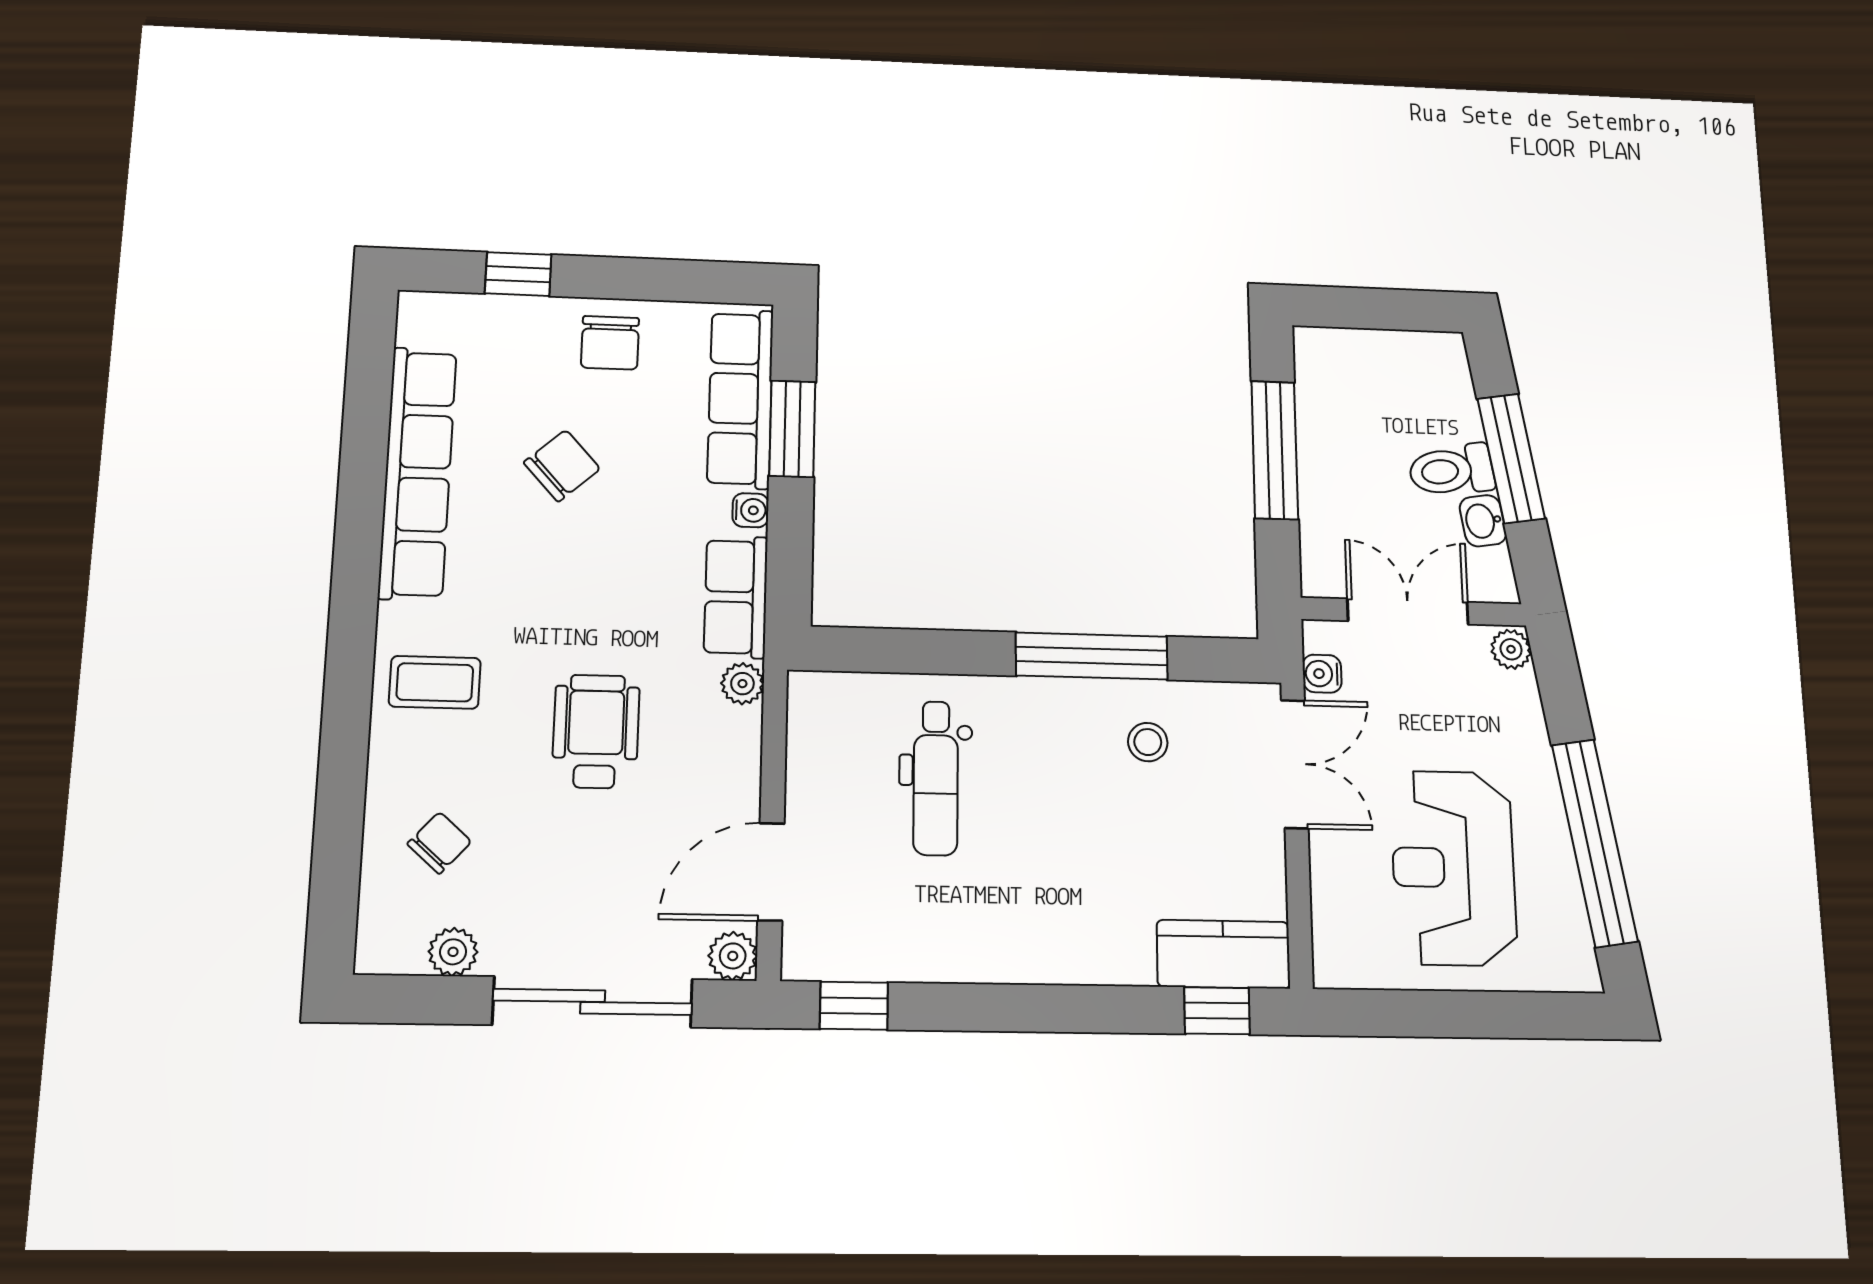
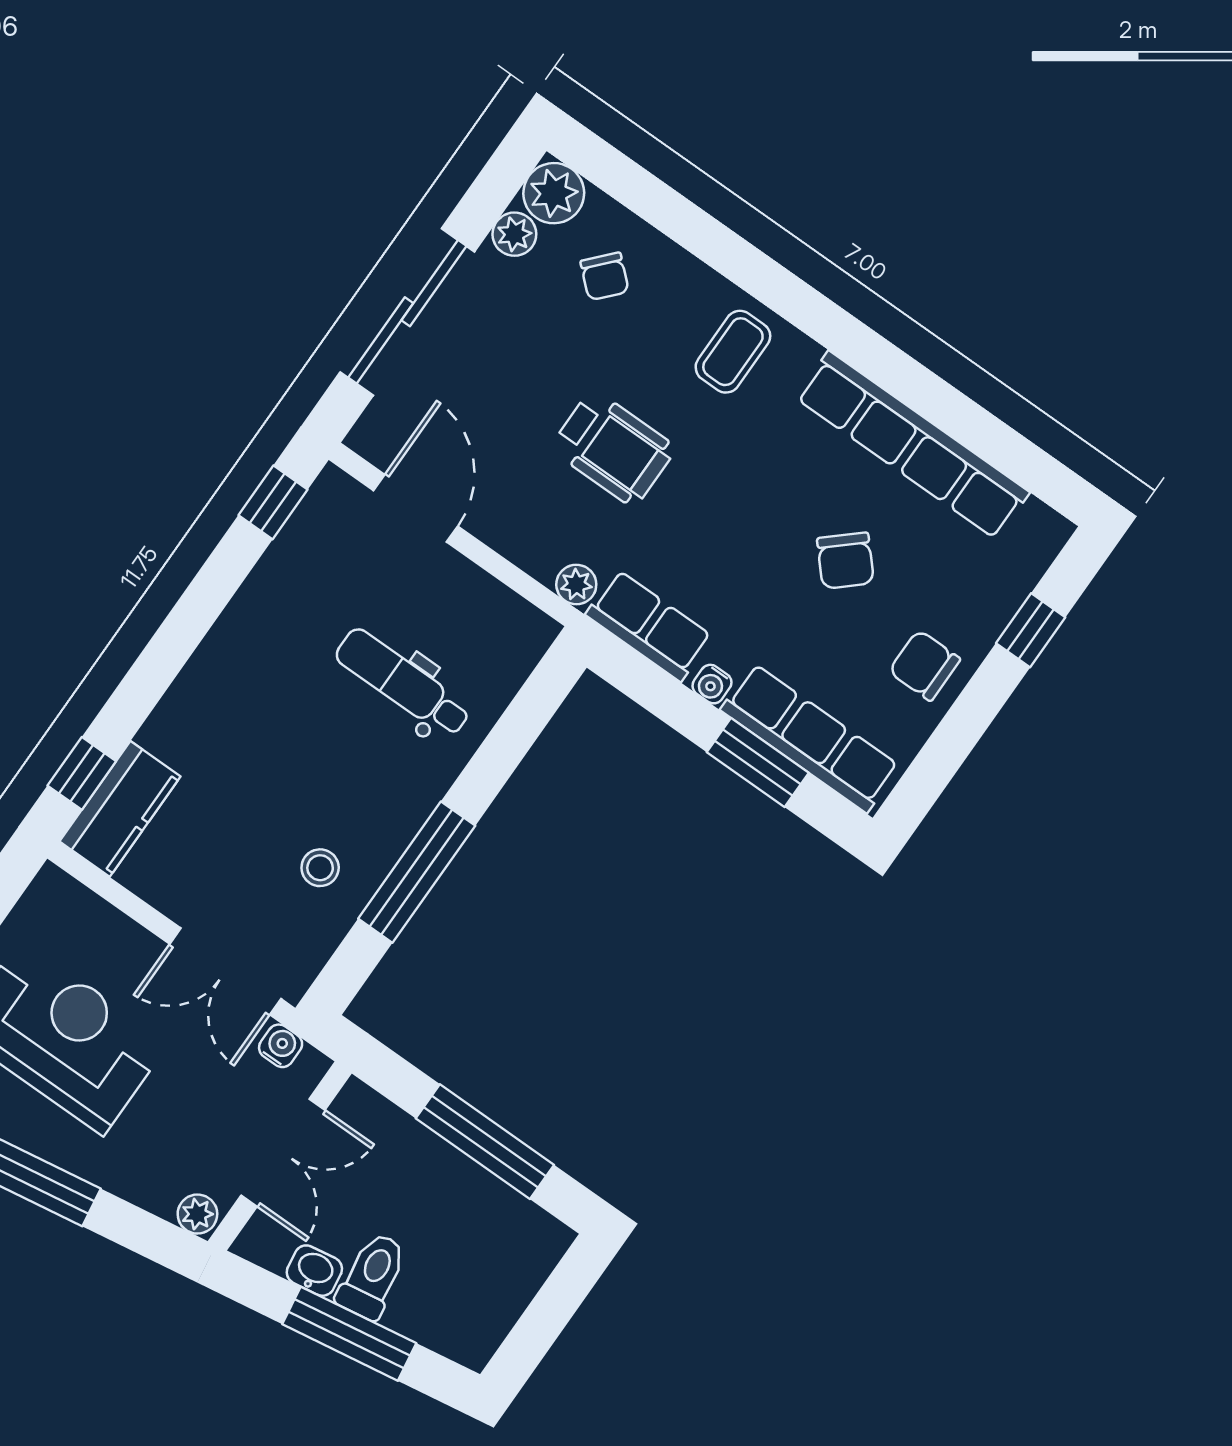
plant: (733, 956) -> (554, 193), moved, width x1.38, depth x1.38

